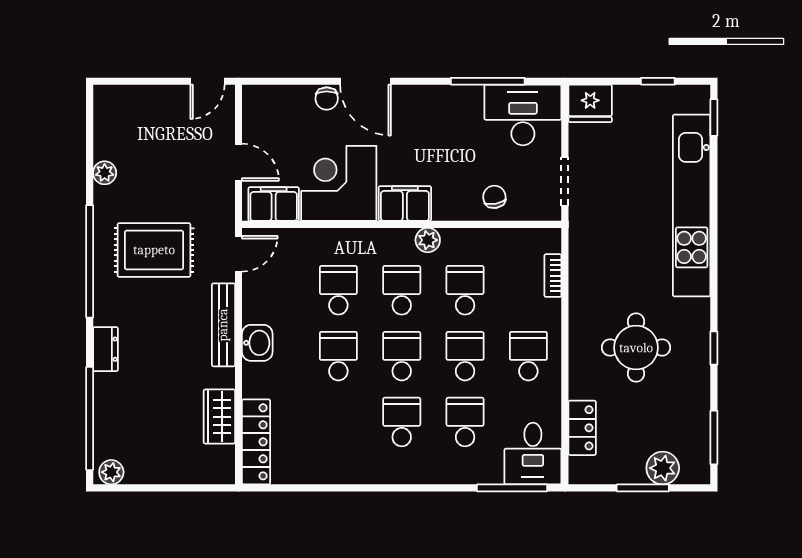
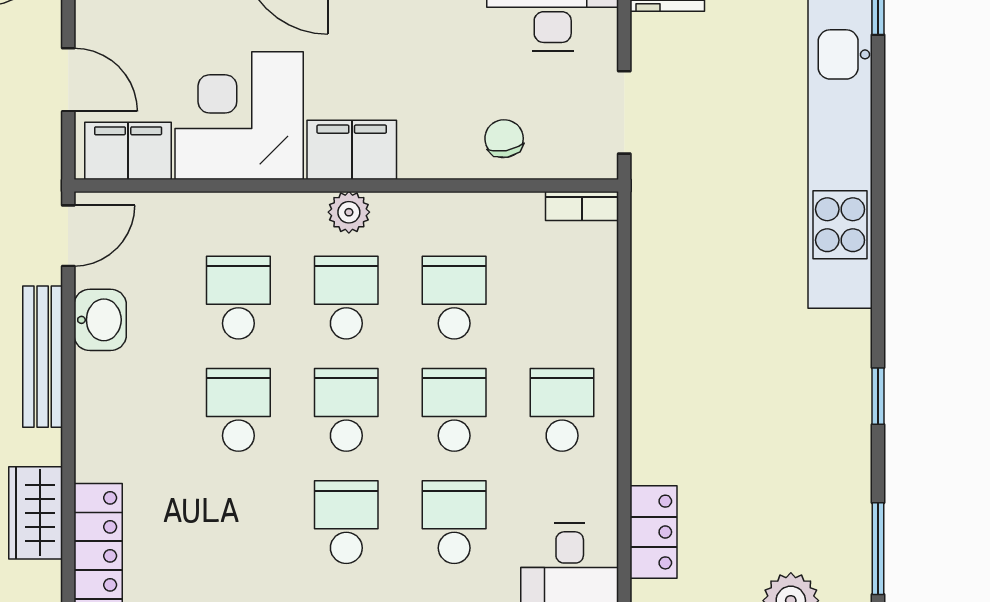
plant: (428, 240) -> (349, 212), moved
bookcase: (553, 276) -> (582, 206), moved, turned -90
washbasin: (257, 343) -> (100, 320), moved
round table: (636, 348) -> (745, 395), removed

